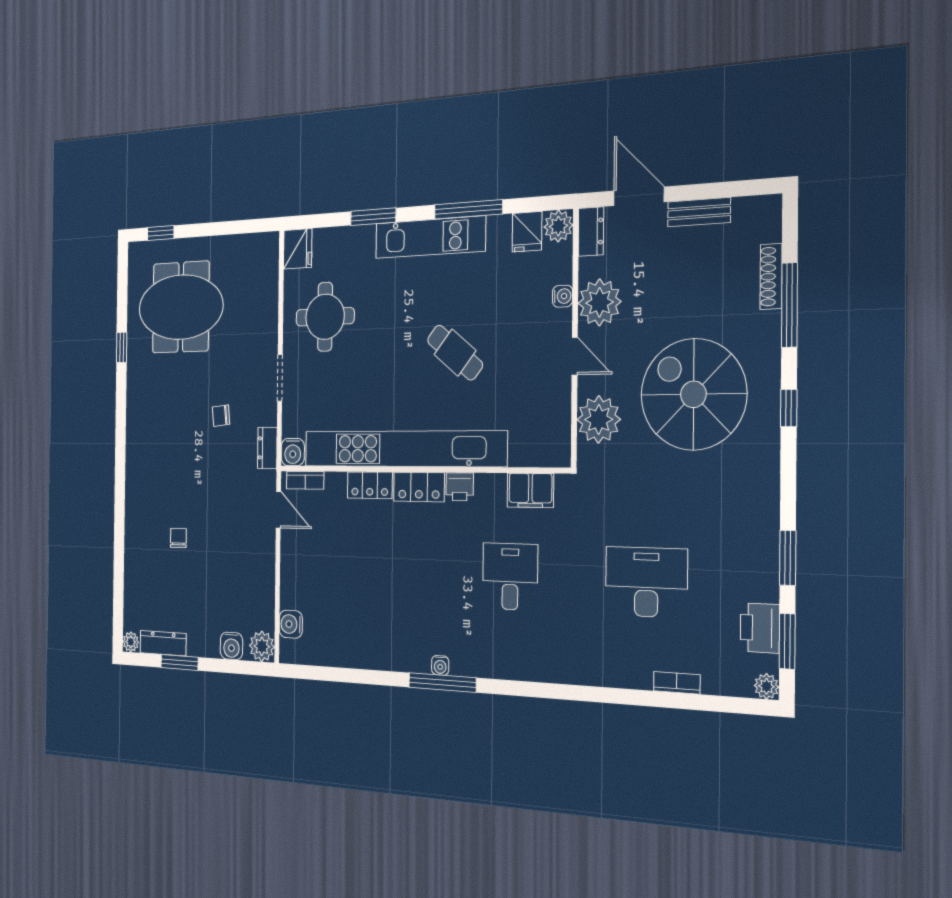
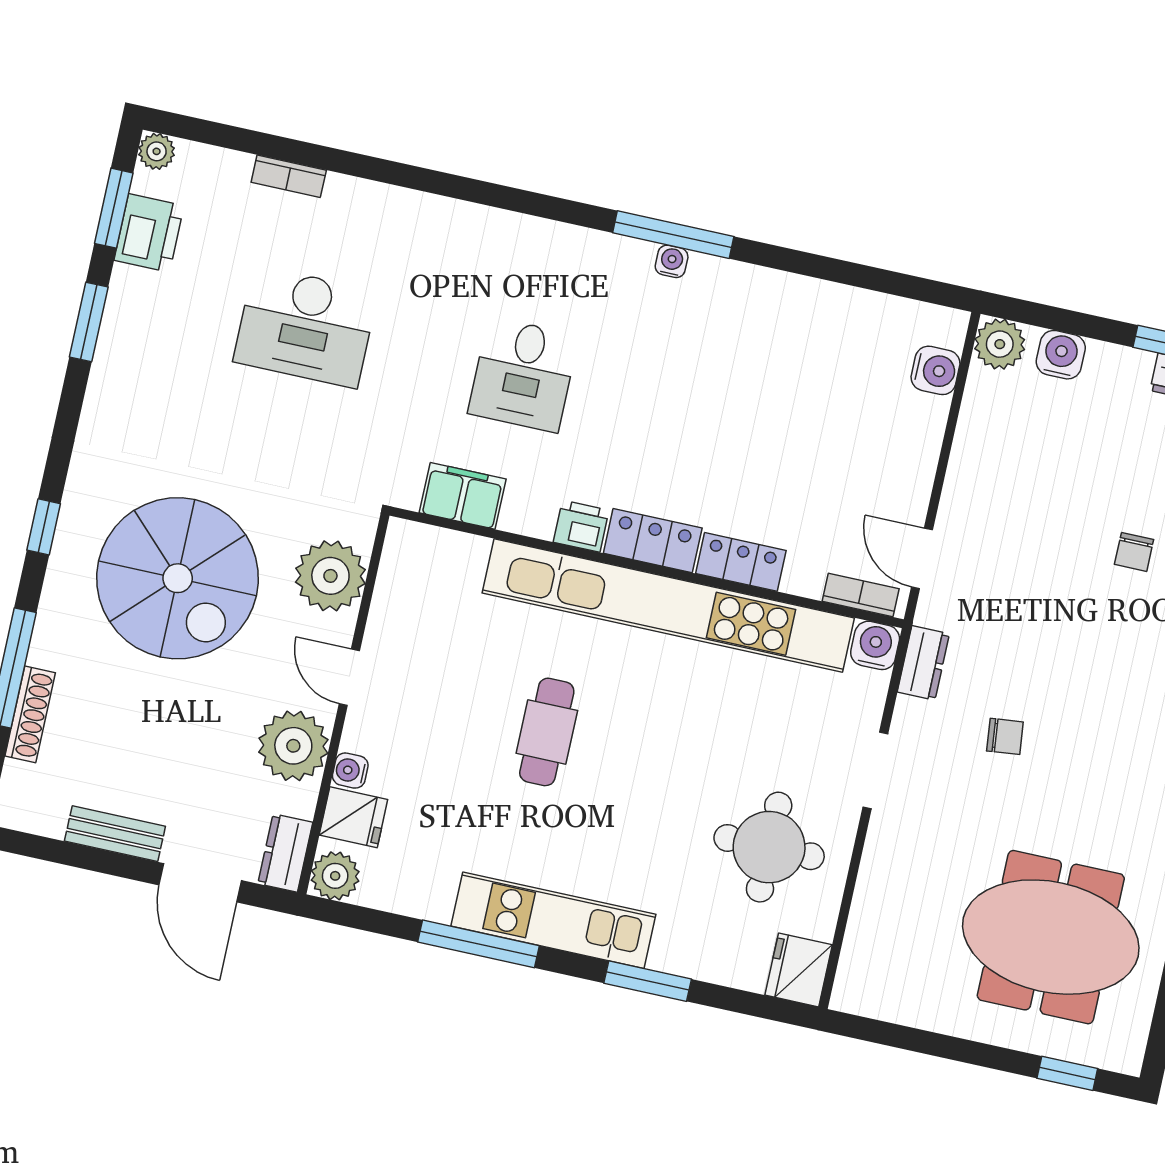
fridge: (527, 232) -> (353, 817), moved, turned 90
cafe table: (455, 353) -> (547, 732), turned 51

